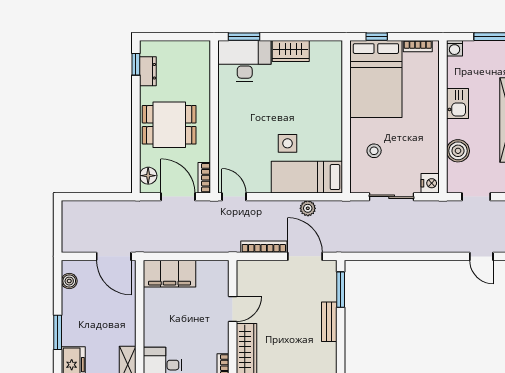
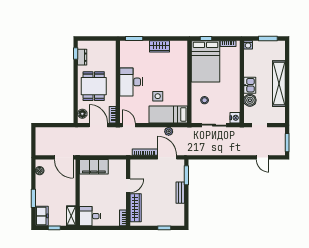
desk: (245, 61) -> (131, 82), moved, turned -90
kitchen sink: (458, 103) -> (250, 85), moved
dining table: (169, 125) -> (94, 86), turned 90

